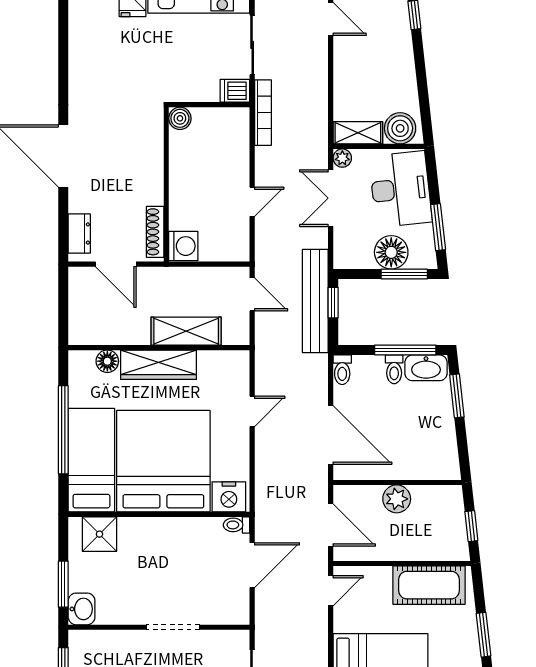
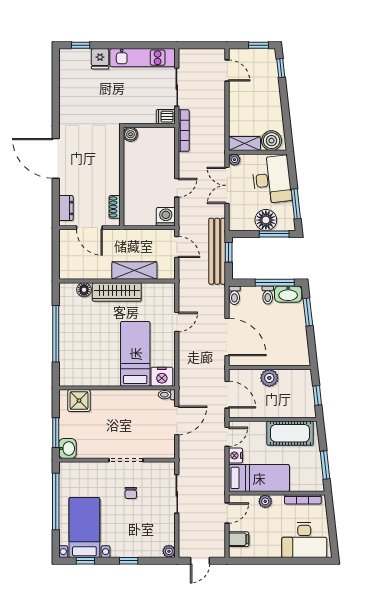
shoe rack: (155, 232) -> (115, 207), width x0.70
washing machine: (183, 246) -> (166, 217), moved, turned -90
bed: (91, 460) -> (74, 353), removed
bed: (163, 461) -> (135, 354), width x0.49
nightstand: (344, 620) -> (236, 455), added

